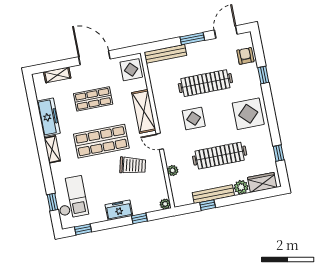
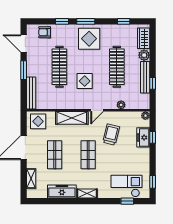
window: (269, 105) -> (86, 21), added
shop shelf: (101, 141) -> (88, 155), width x0.70, depth x0.74
freezer: (119, 210) -> (143, 137), moved

